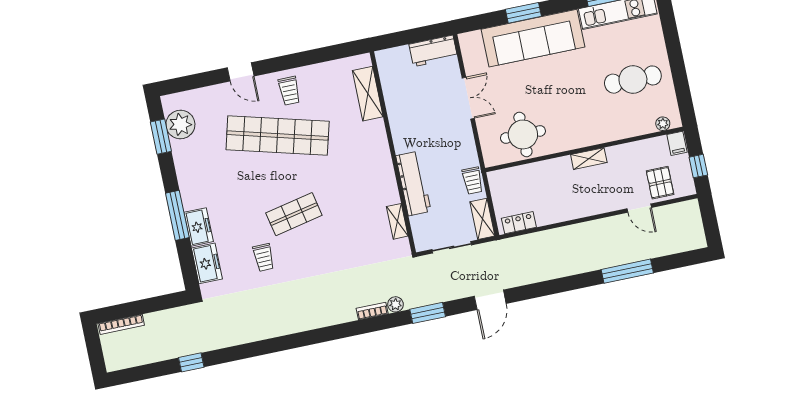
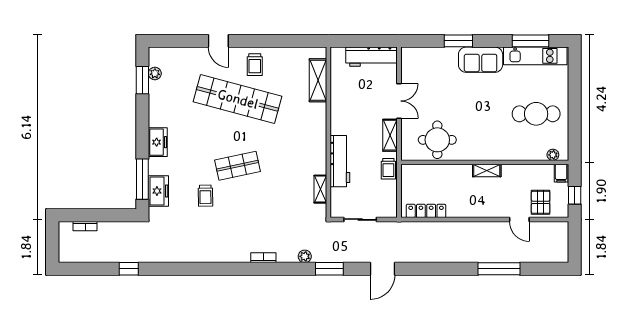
sofa: (533, 38) -> (481, 60), width x0.54, depth x0.79
workbench: (433, 51) -> (372, 57), width x1.37
plant: (180, 125) -> (155, 73), width x0.53, depth x0.53
window: (177, 215) -> (142, 179), moved
shelving: (482, 219) -> (390, 135), moved
locker: (519, 223) -> (426, 211), width x1.53
freezer: (199, 227) -> (158, 142), moved
bookcase: (372, 311) -> (263, 258), moved
bookcase: (121, 324) -> (85, 226), width x0.64

